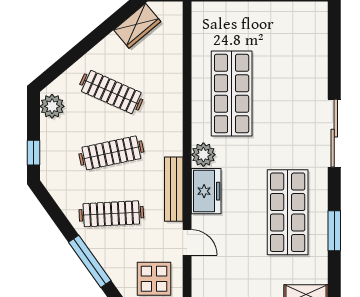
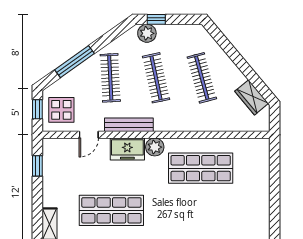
clothes rail: (111, 92) -> (202, 78), turned -39
plant: (52, 106) -> (147, 33), moved

